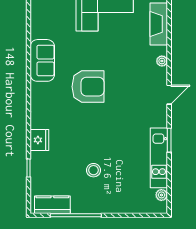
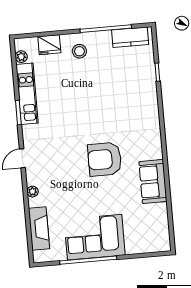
fridge: (39, 140) -> (49, 45), moved, turned -90
stool: (93, 170) -> (79, 51), moved

